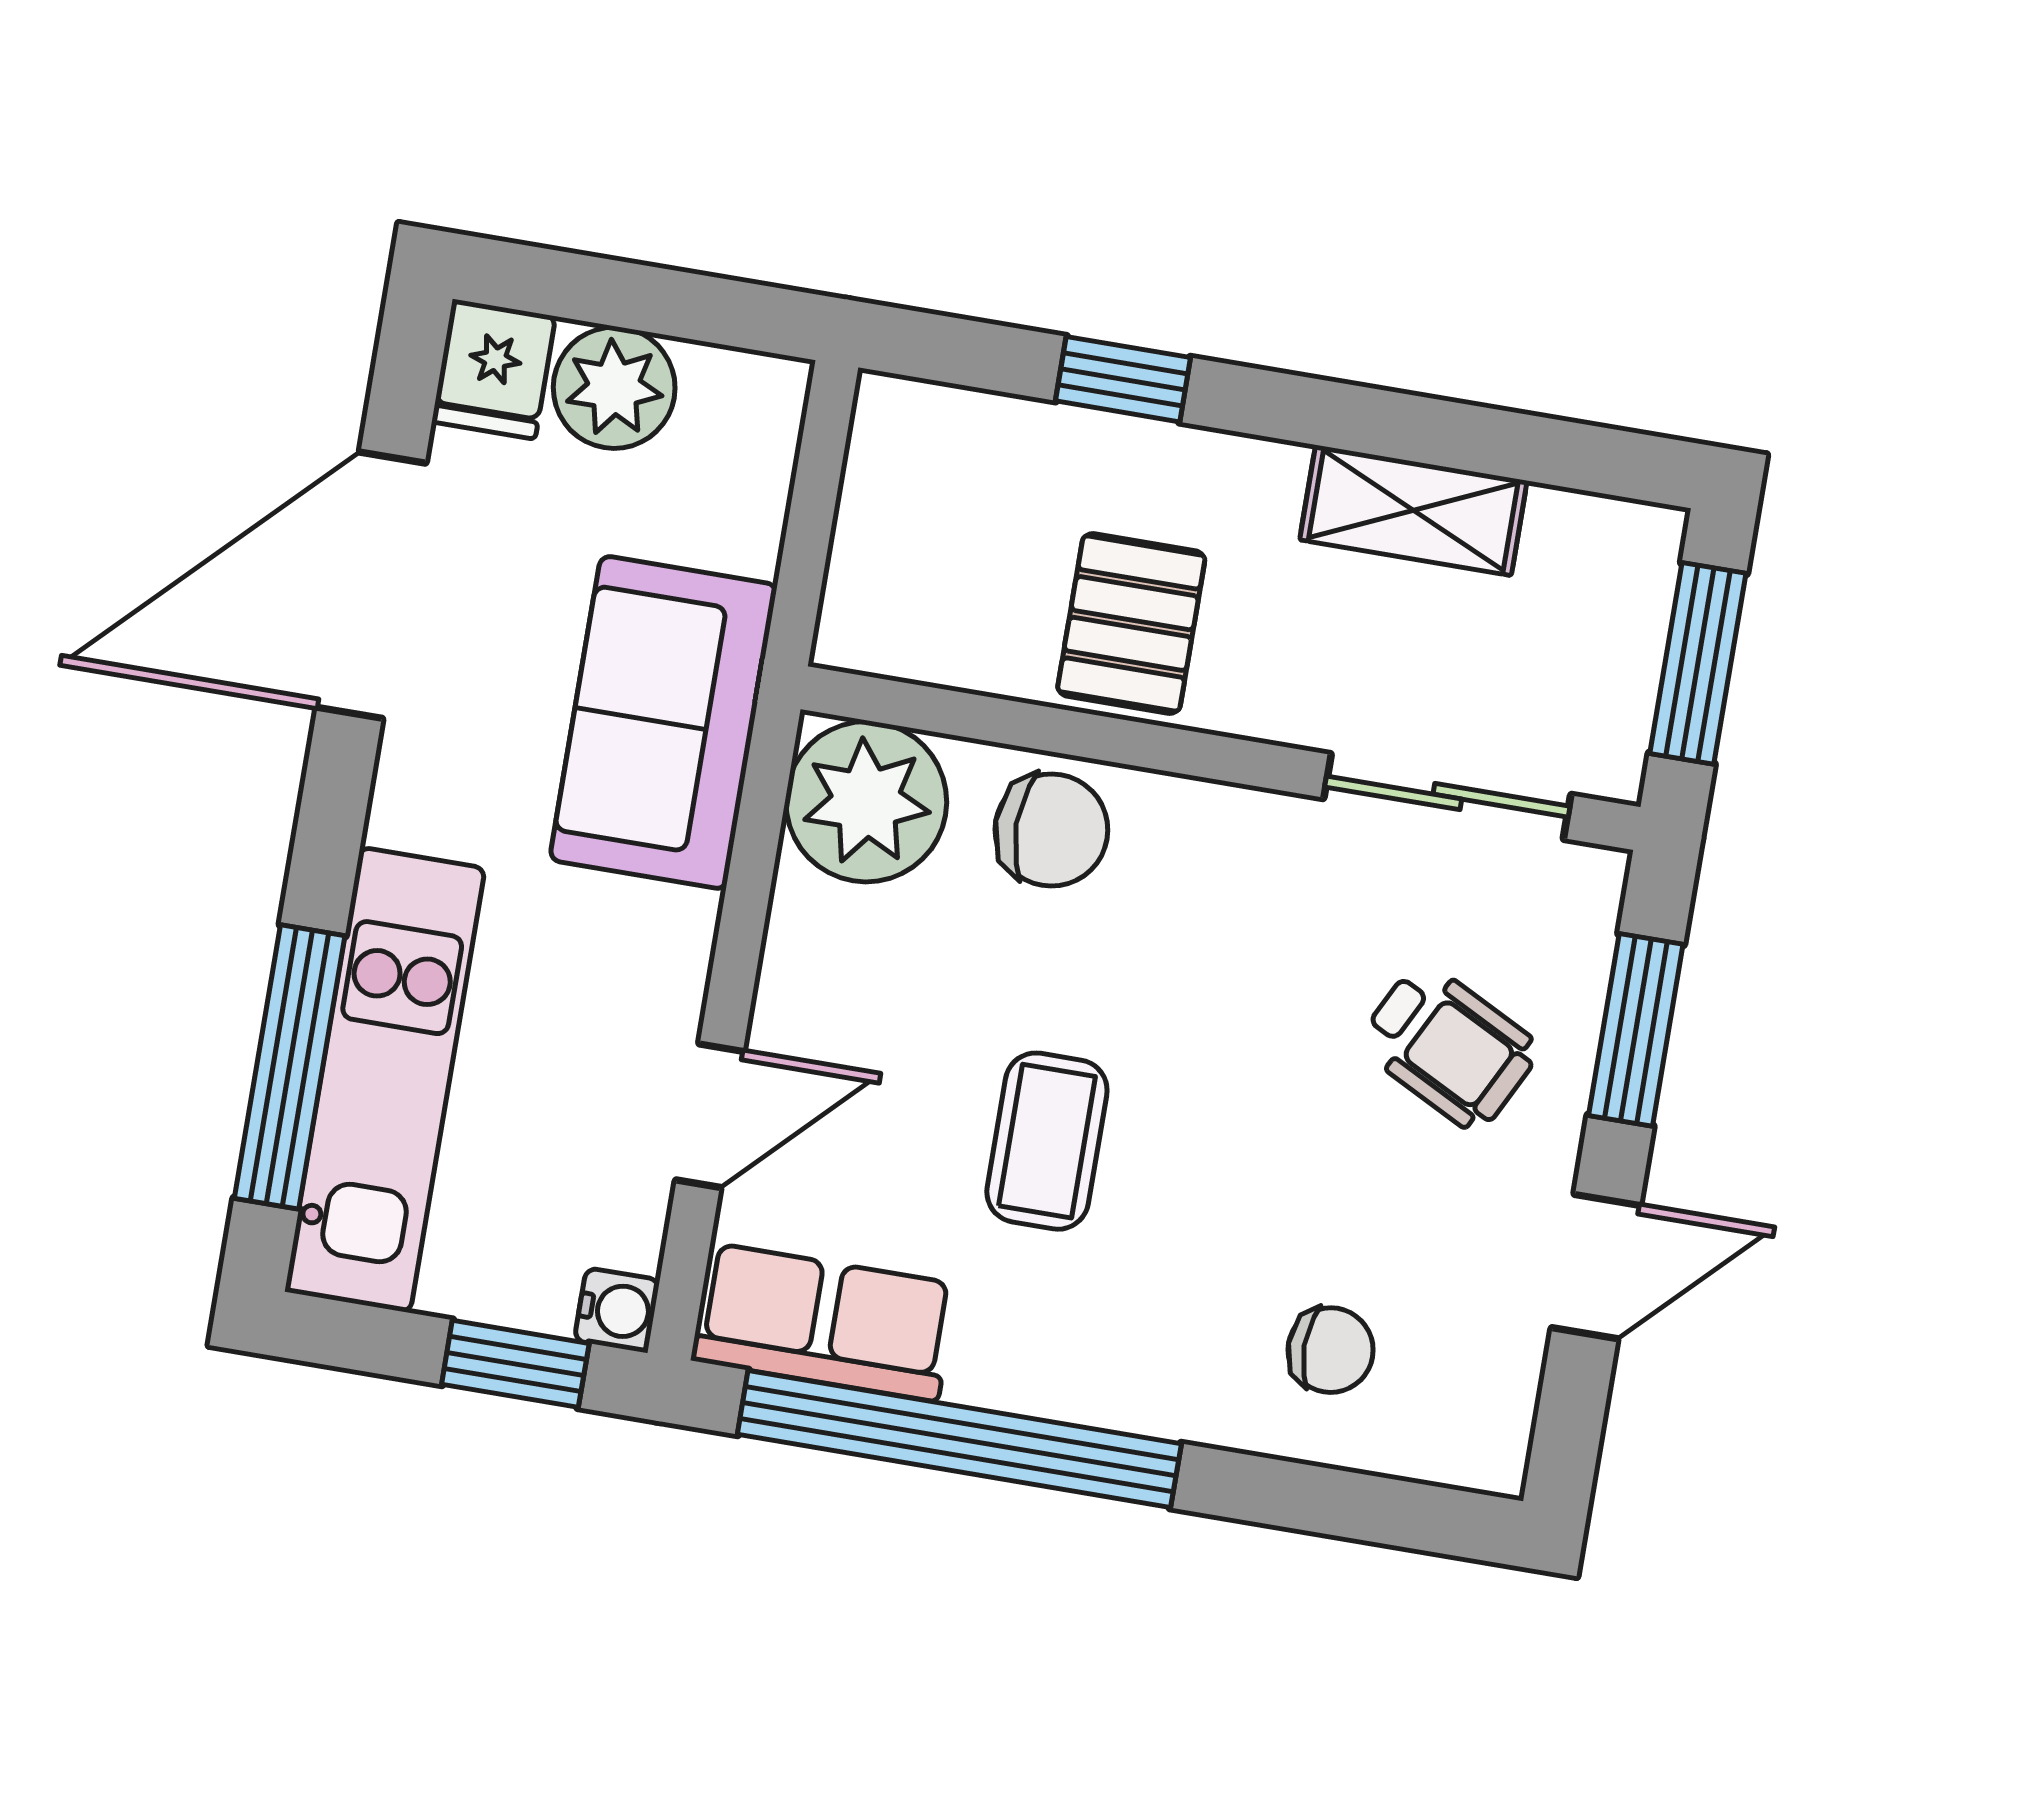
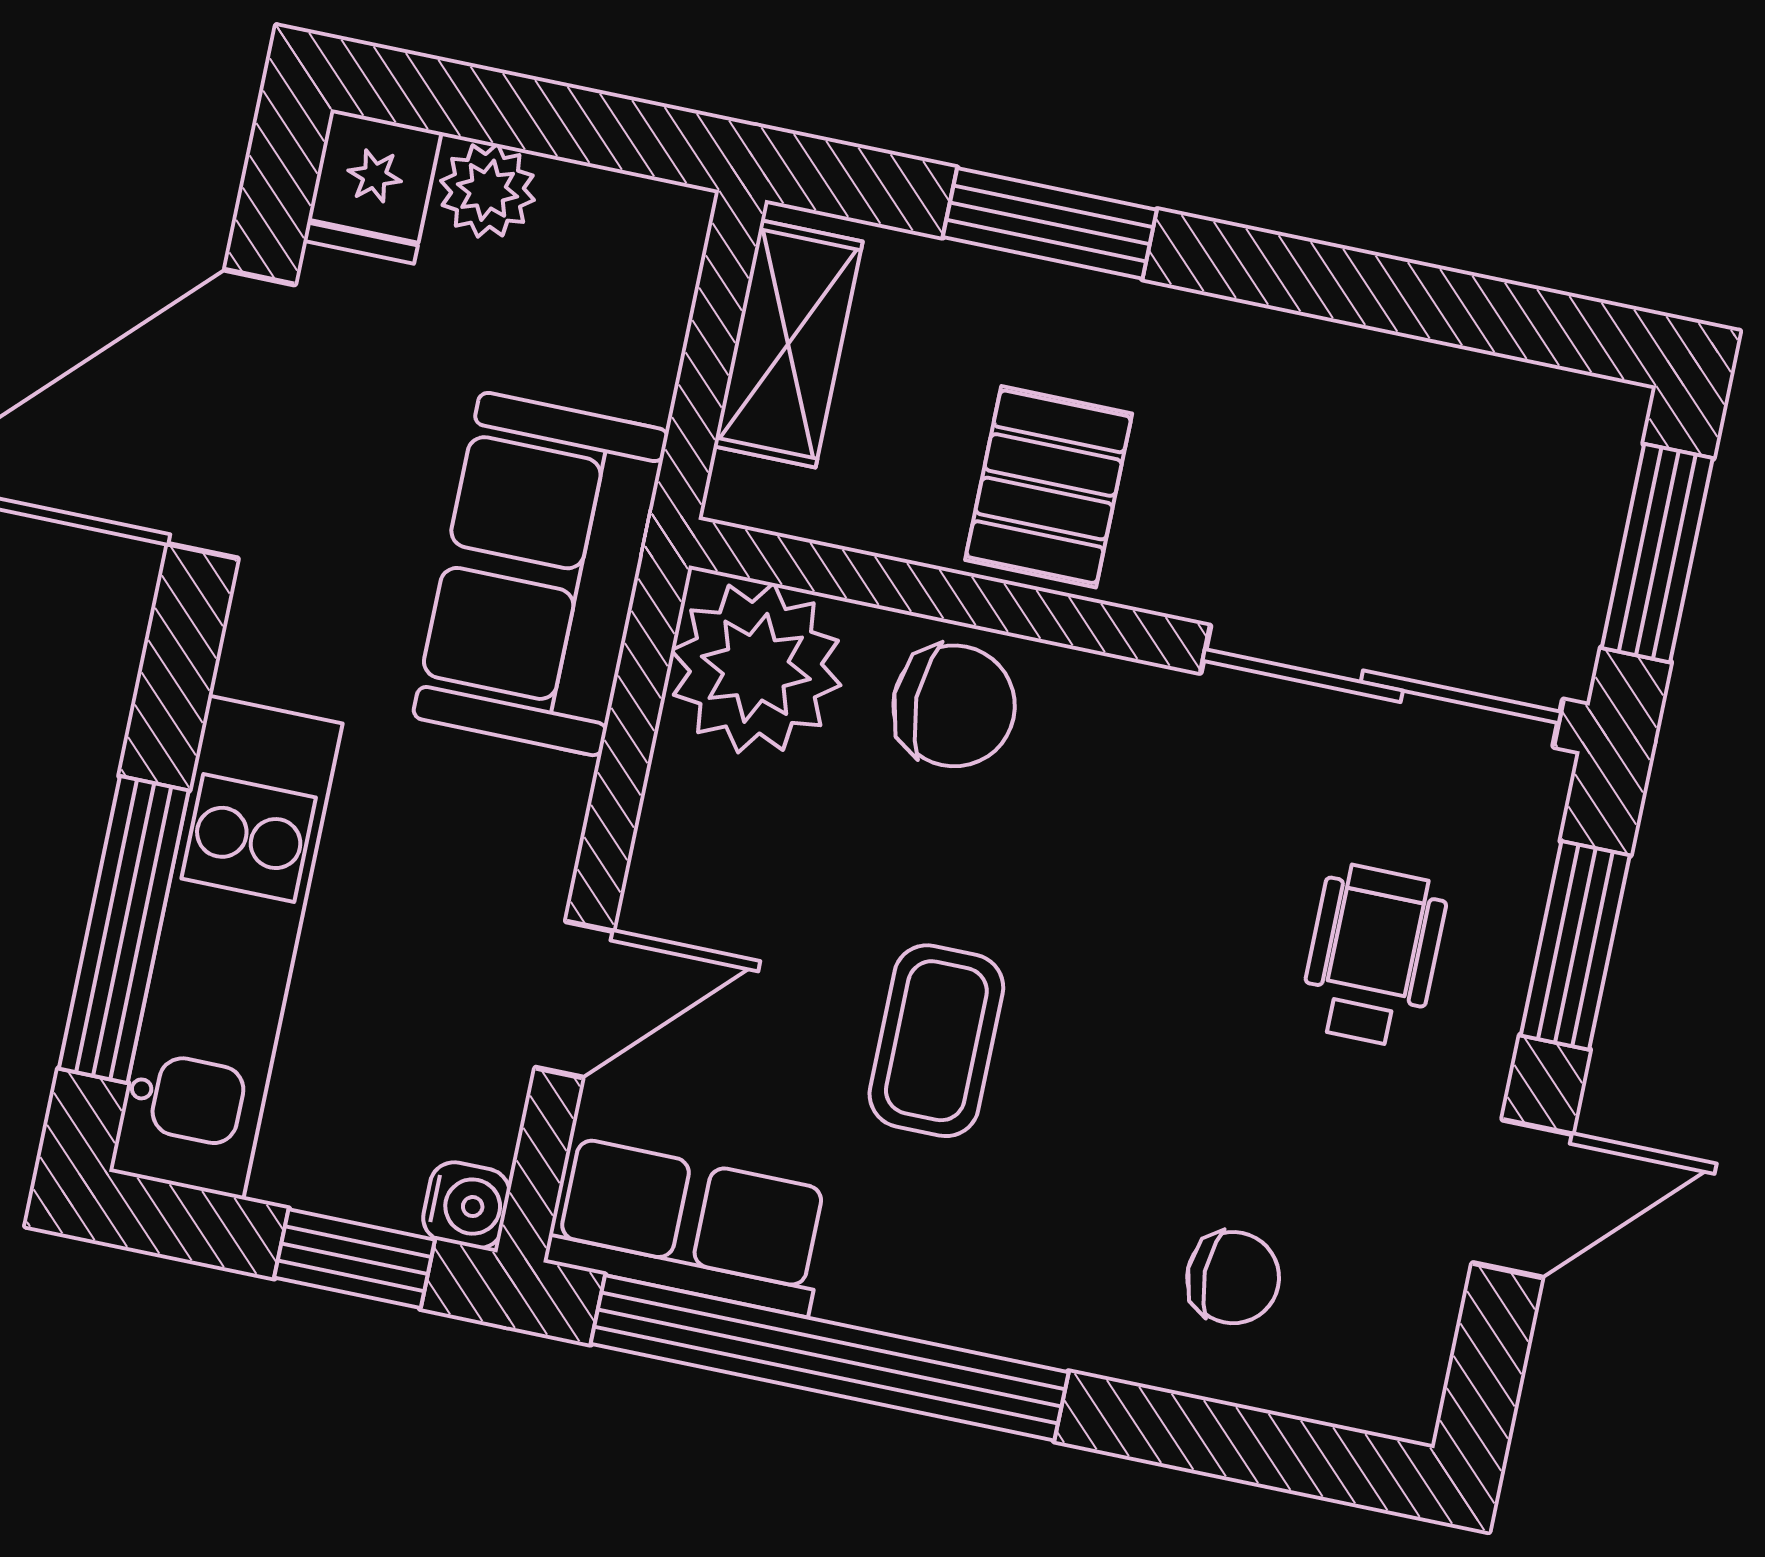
window: (1123, 379) -> (1050, 223), width x1.50
plant: (614, 388) -> (488, 190), width x0.73, depth x0.73
shelving: (1413, 510) -> (788, 344), moved, turned 90
sliding door: (1447, 797) -> (1382, 686), width x1.37
wheelchair: (1449, 1046) -> (1373, 955), turned -117

